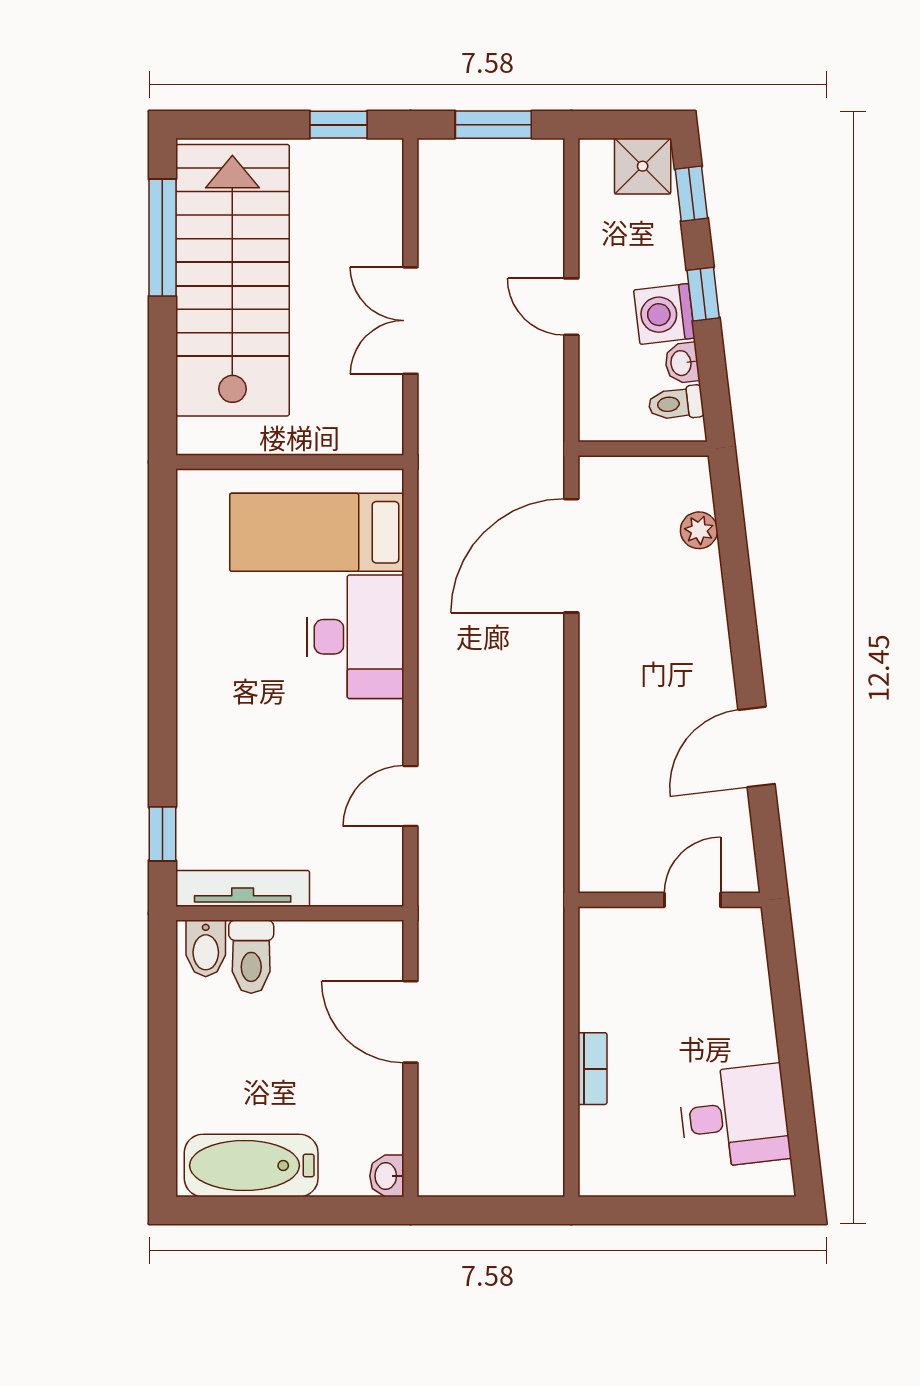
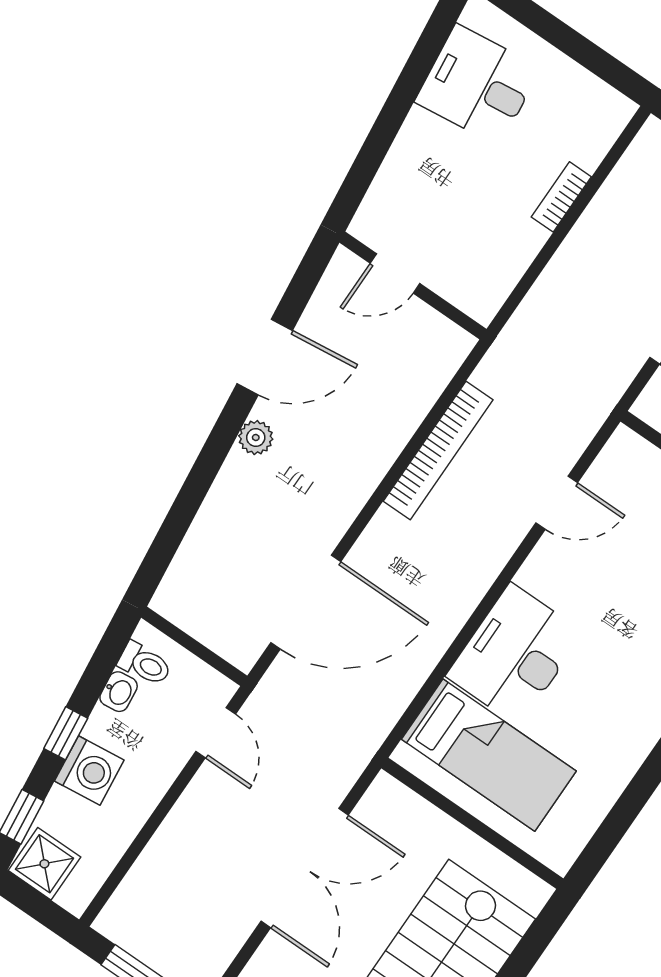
door: (571, 307) -> (216, 733), moved
washing machine: (664, 314) -> (89, 770), moved
double door: (410, 321) -> (305, 868), width x1.37
plant: (699, 530) -> (256, 437), moved
bookcase: (547, 770) -> (438, 450), added

